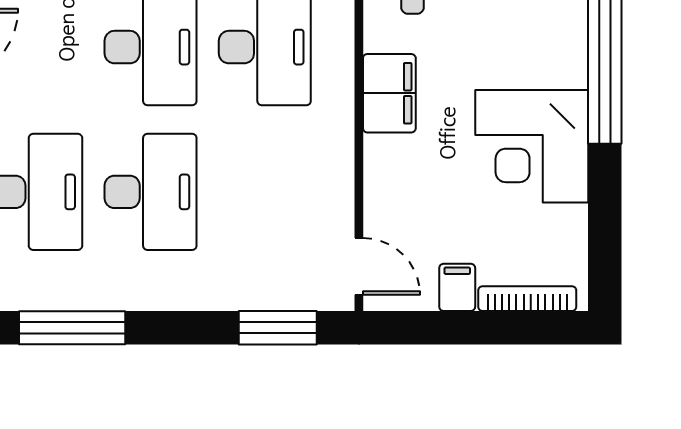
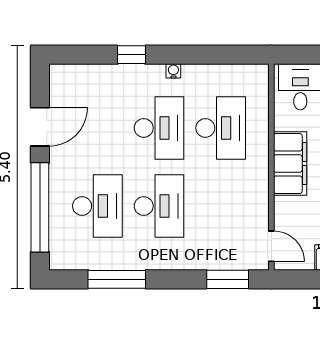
filing cabinet: (389, 93) -> (290, 163), width x1.50, depth x1.17

